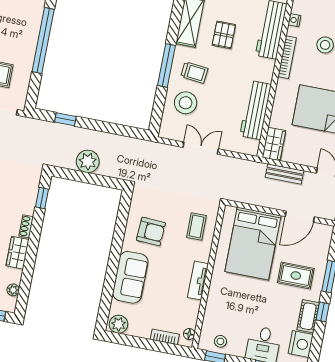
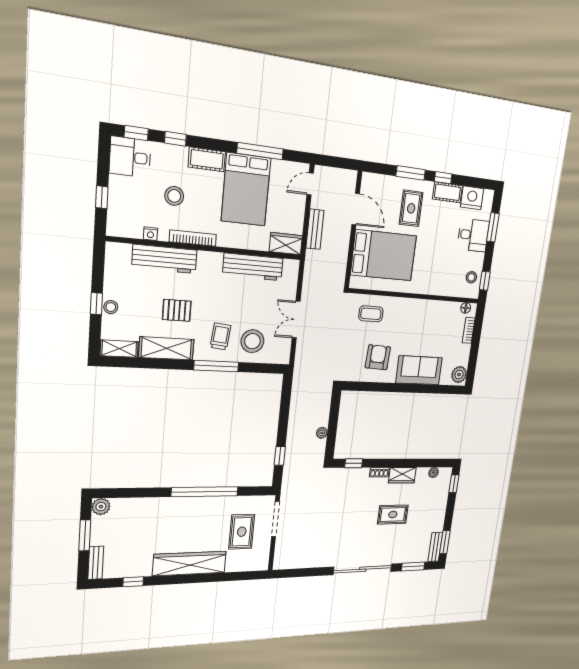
plant: (88, 161) -> (322, 433), width x0.53, depth x0.53
tv unit: (198, 281) -> (419, 306), removed

